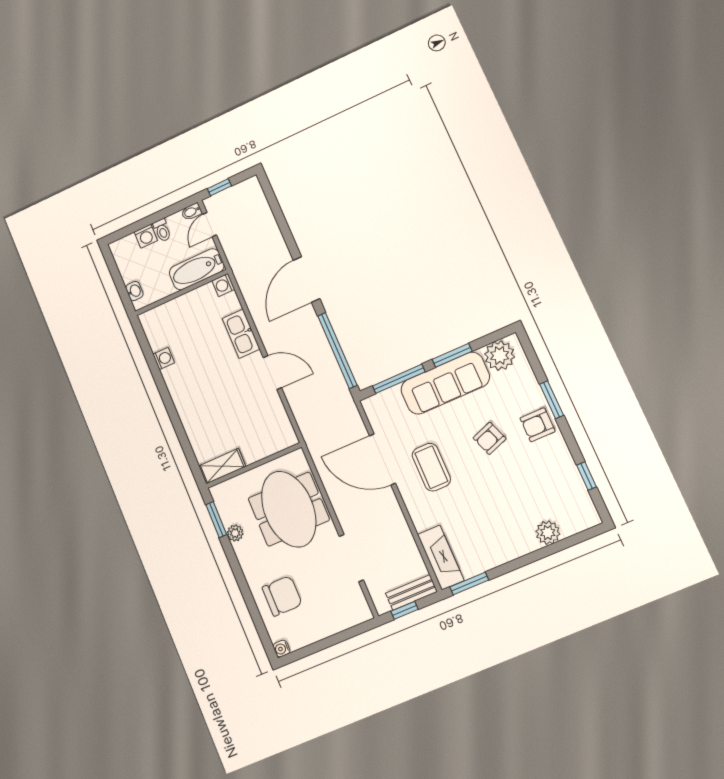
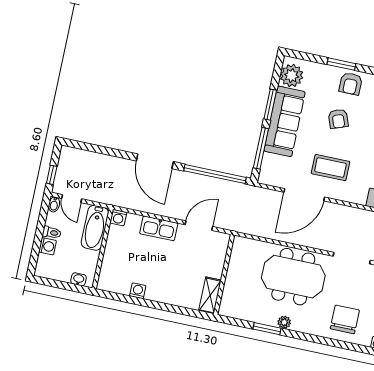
shelving: (222, 466) -> (210, 295), moved
wall: (254, 466) -> (224, 274), moved

